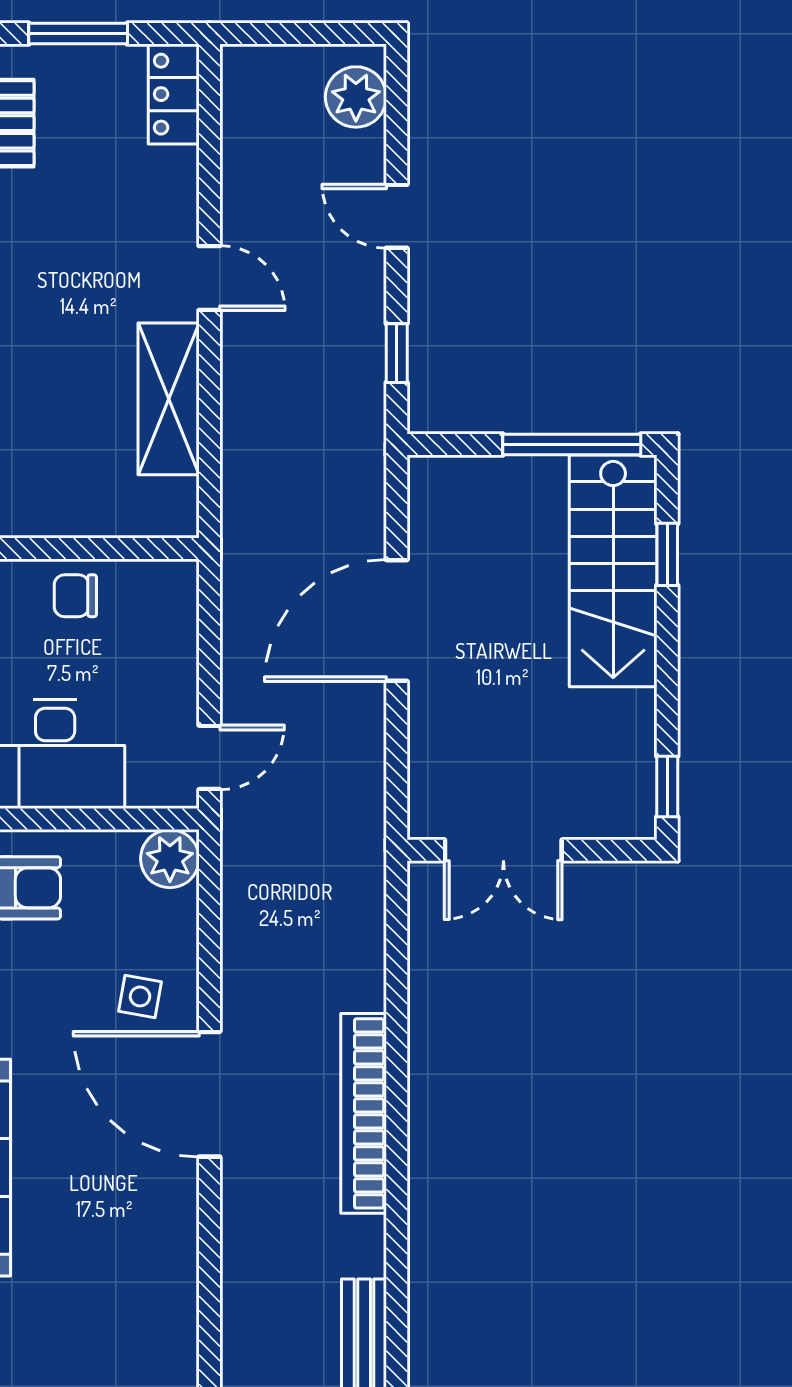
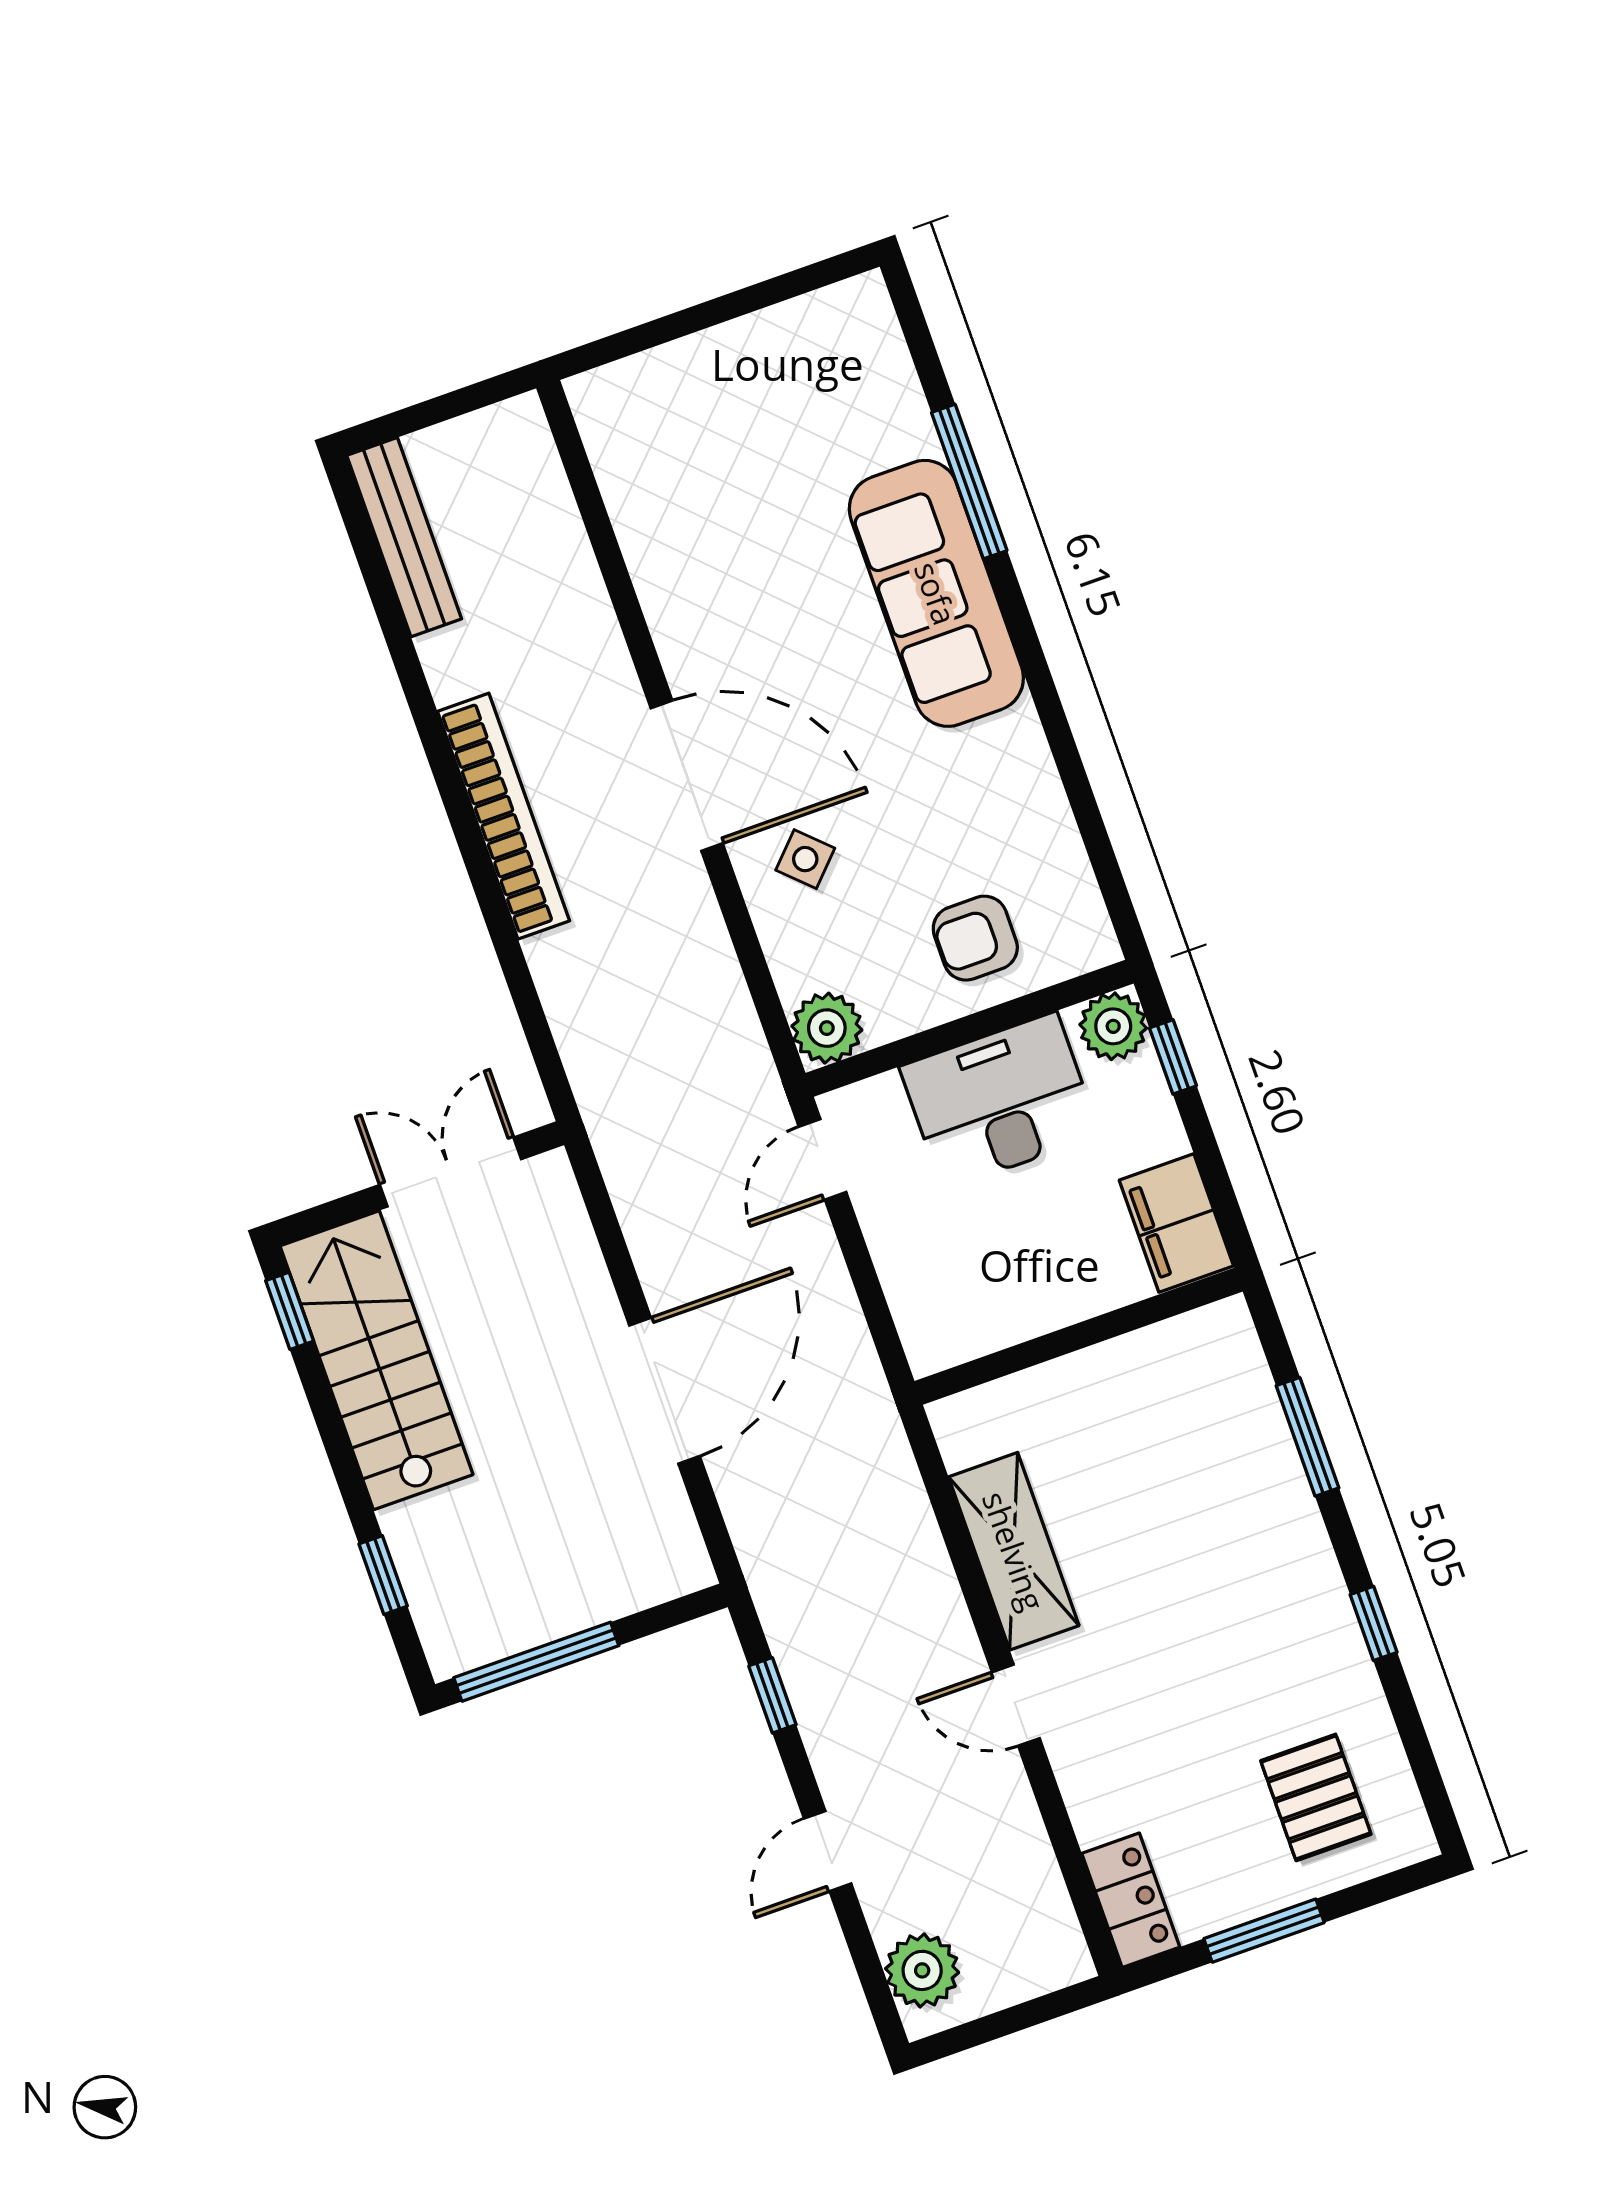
door: (397, 216) -> (828, 1851), swing flipped
stairs: (613, 571) -> (376, 1360), moved
chair: (75, 596) -> (1040, 1289), removed
side table: (140, 996) -> (805, 859), turned 34

